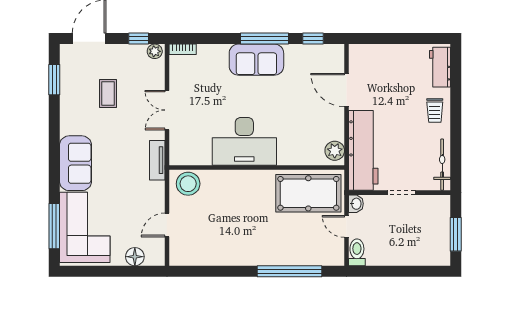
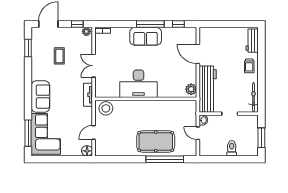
pool table: (308, 193) -> (156, 142), moved
toilet: (357, 252) -> (232, 148), moved
floor lamp: (135, 257) -> (87, 151), moved

